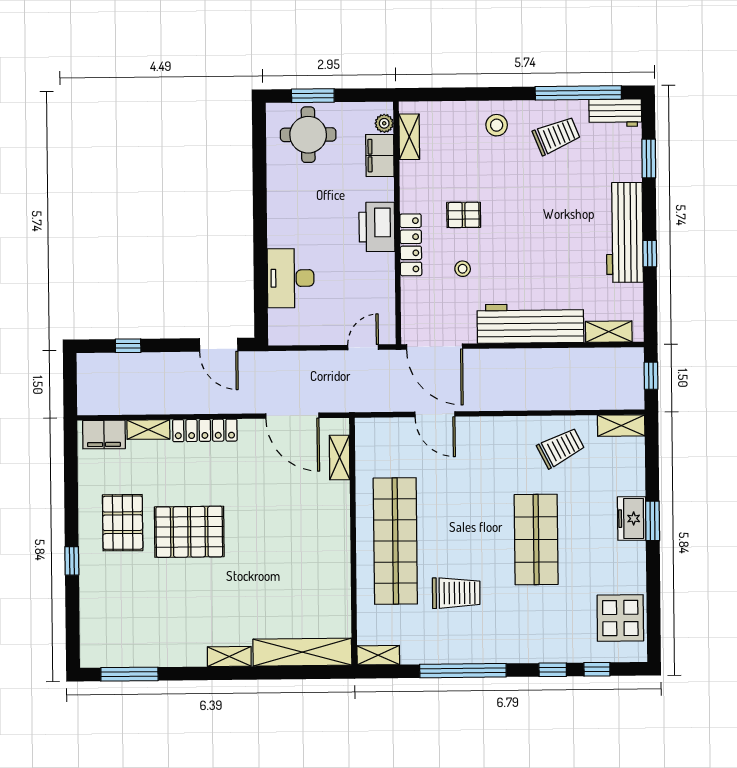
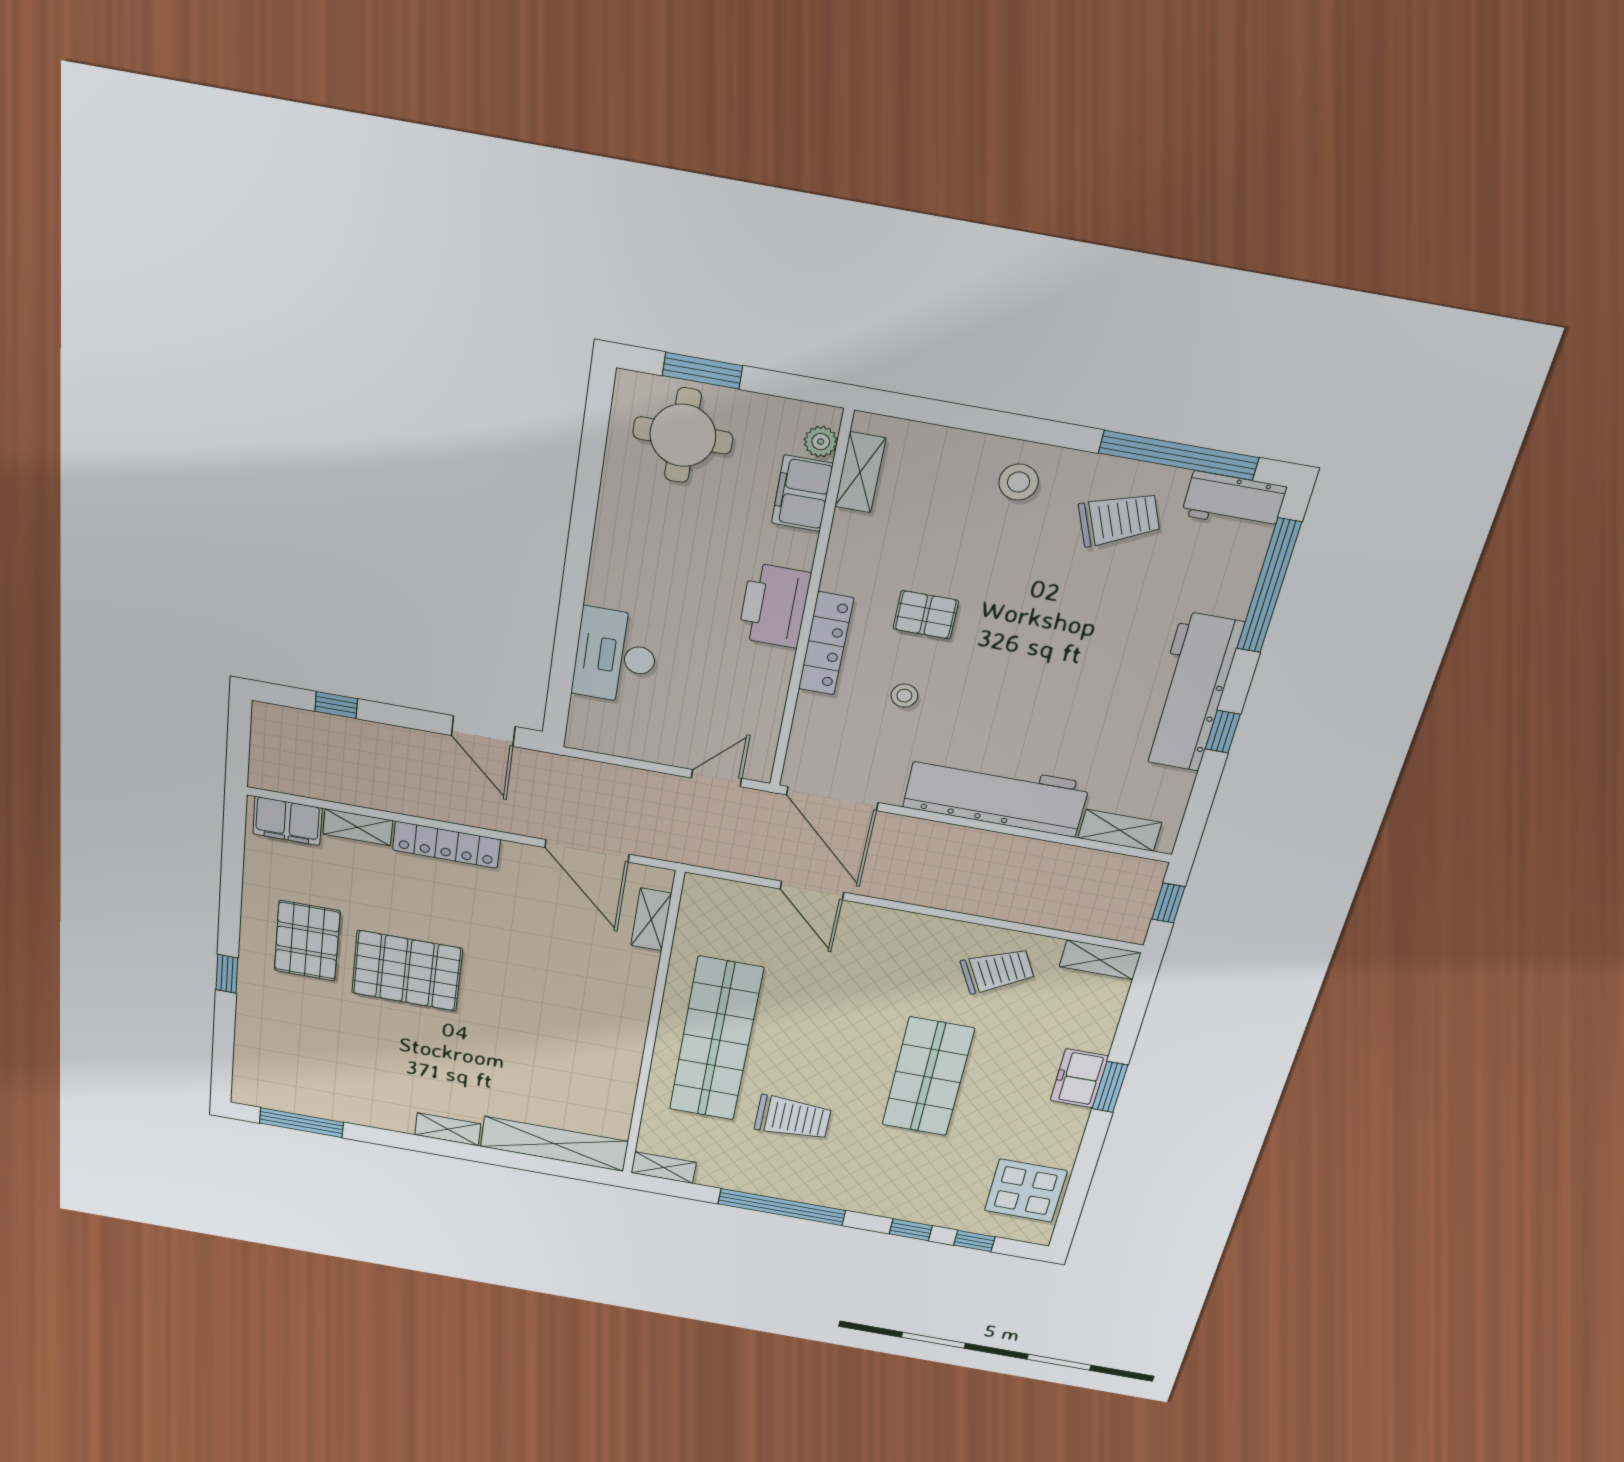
window: (649, 158) -> (1269, 586), width x2.11

